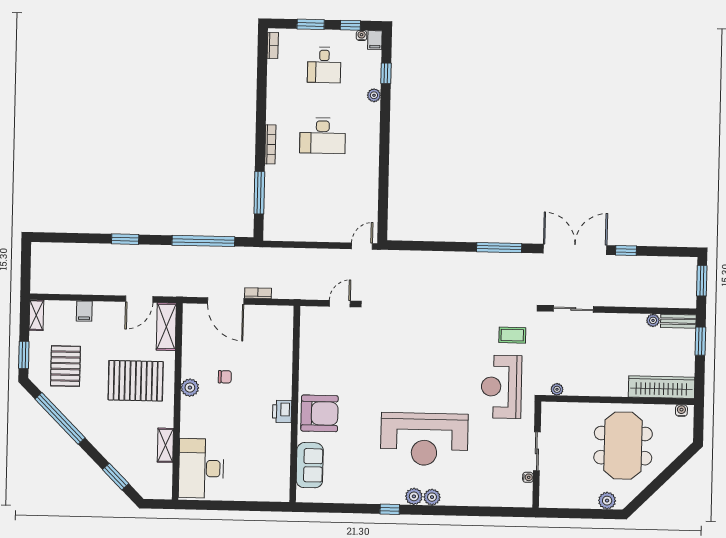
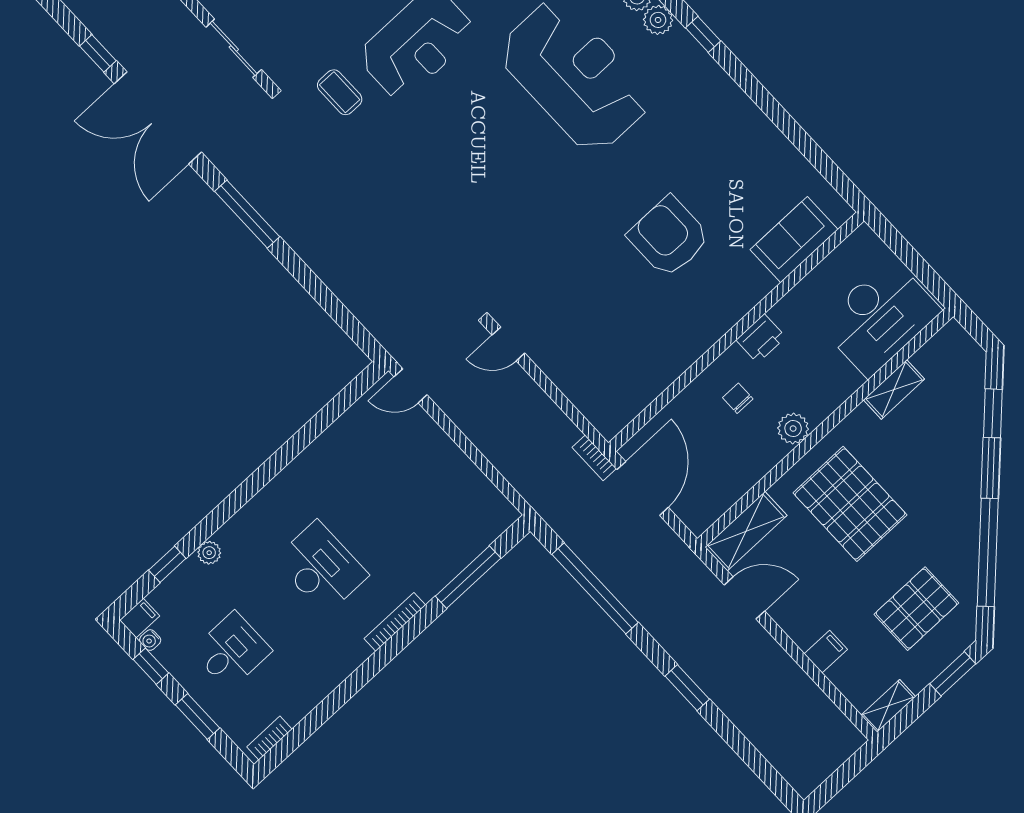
wall: (295, 404) -> (736, 332), moved
printer: (282, 411) -> (761, 338), moved
sofa: (310, 465) -> (794, 240), moved

